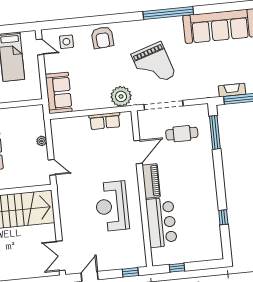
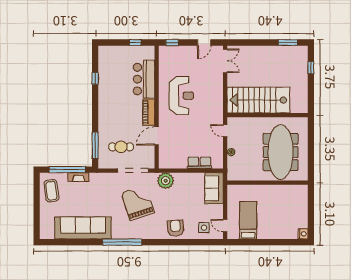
row of seats: (105, 121) -> (199, 163), moved

